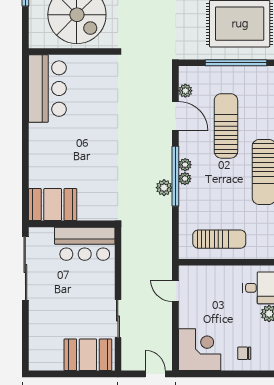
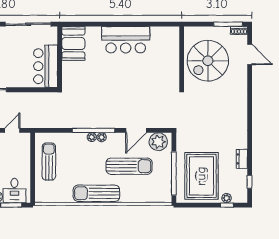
bar counter: (47, 89) -> (126, 40), moved
plant: (185, 91) -> (158, 142), width x1.88, depth x1.88
plant: (164, 188) -> (85, 122), removed
sun lounger: (219, 239) -> (49, 162), turned 180

